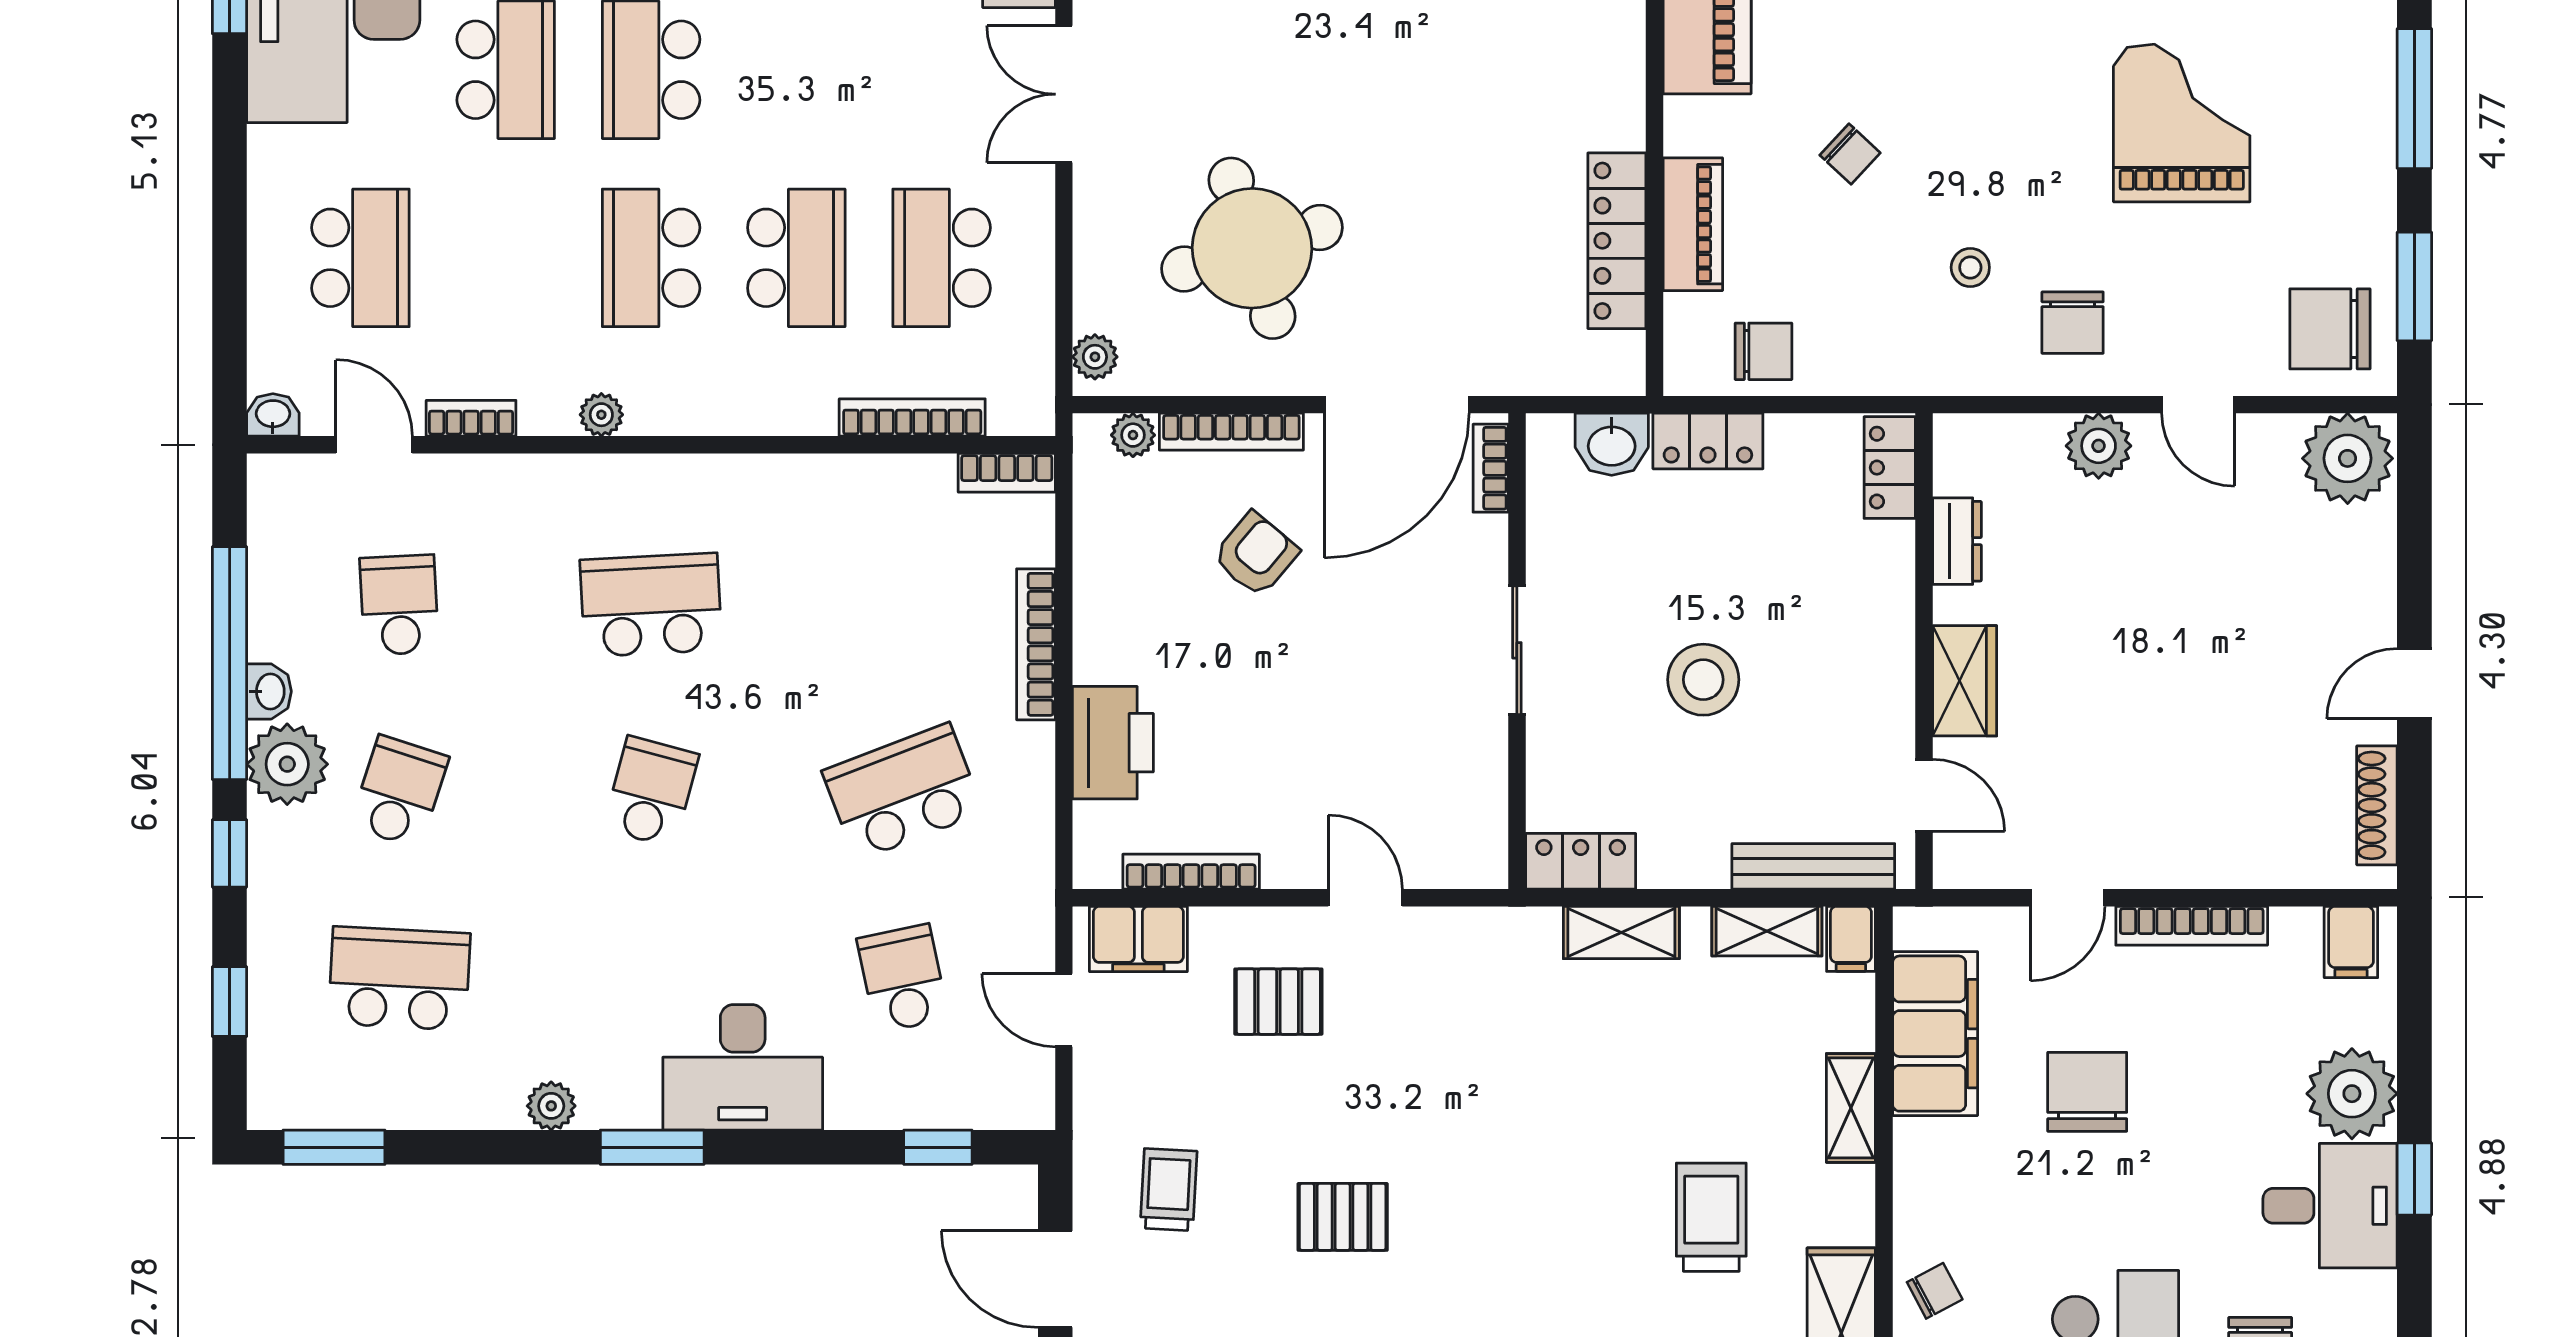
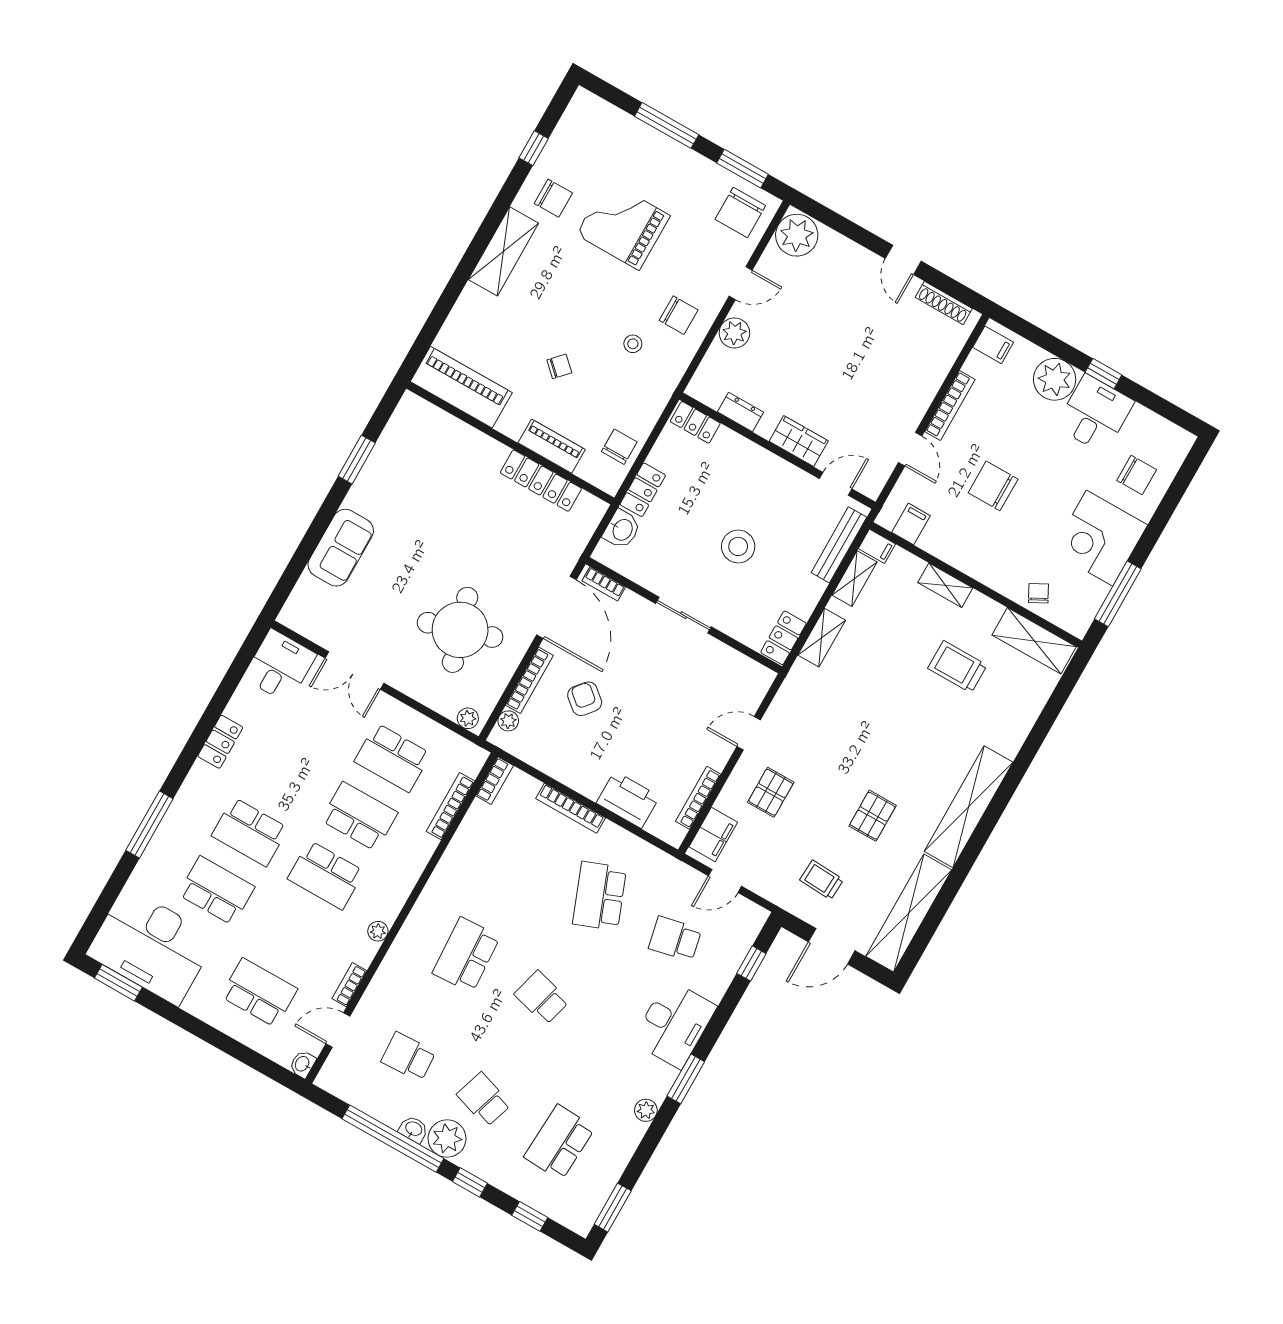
filing cabinet: (1935, 1034) -> (911, 524), width x0.33, depth x0.86

